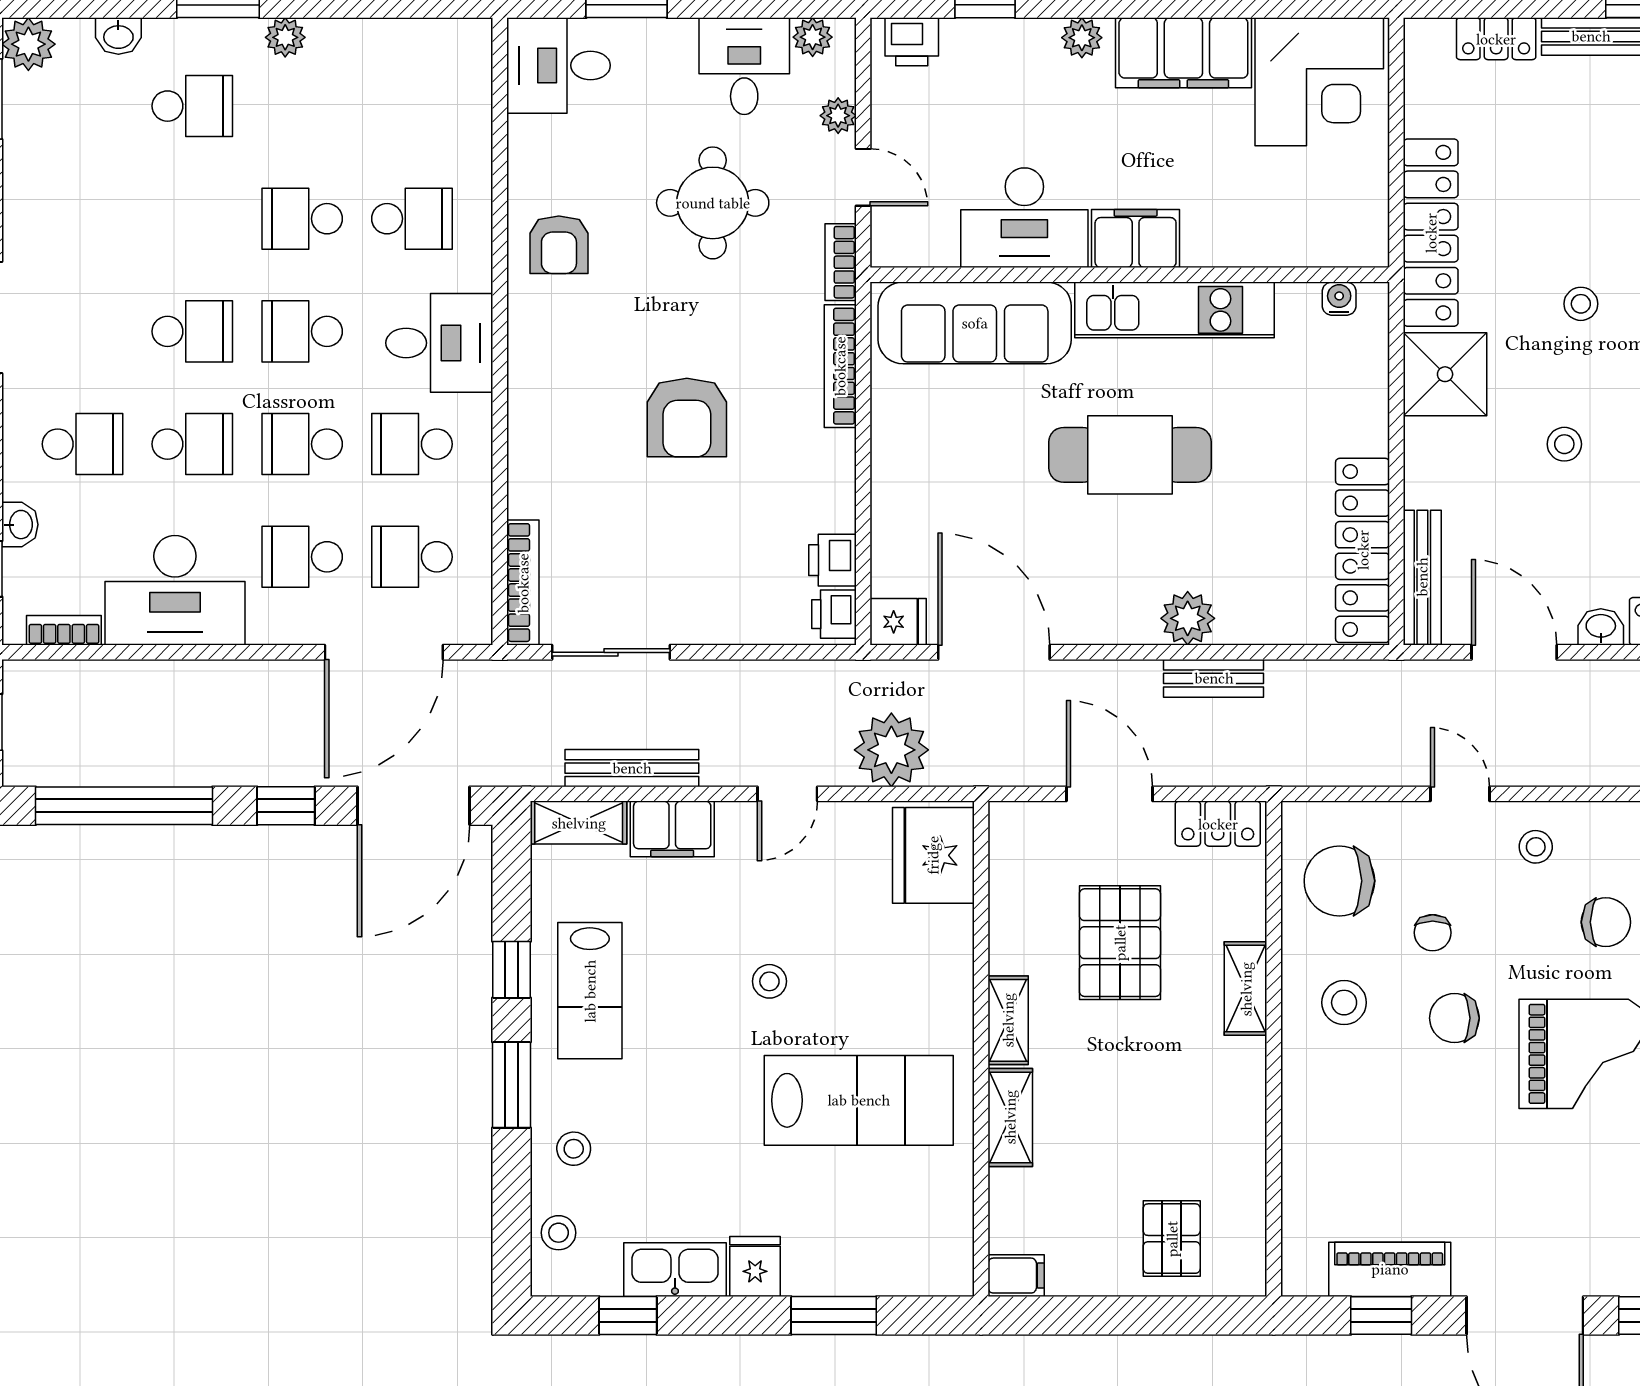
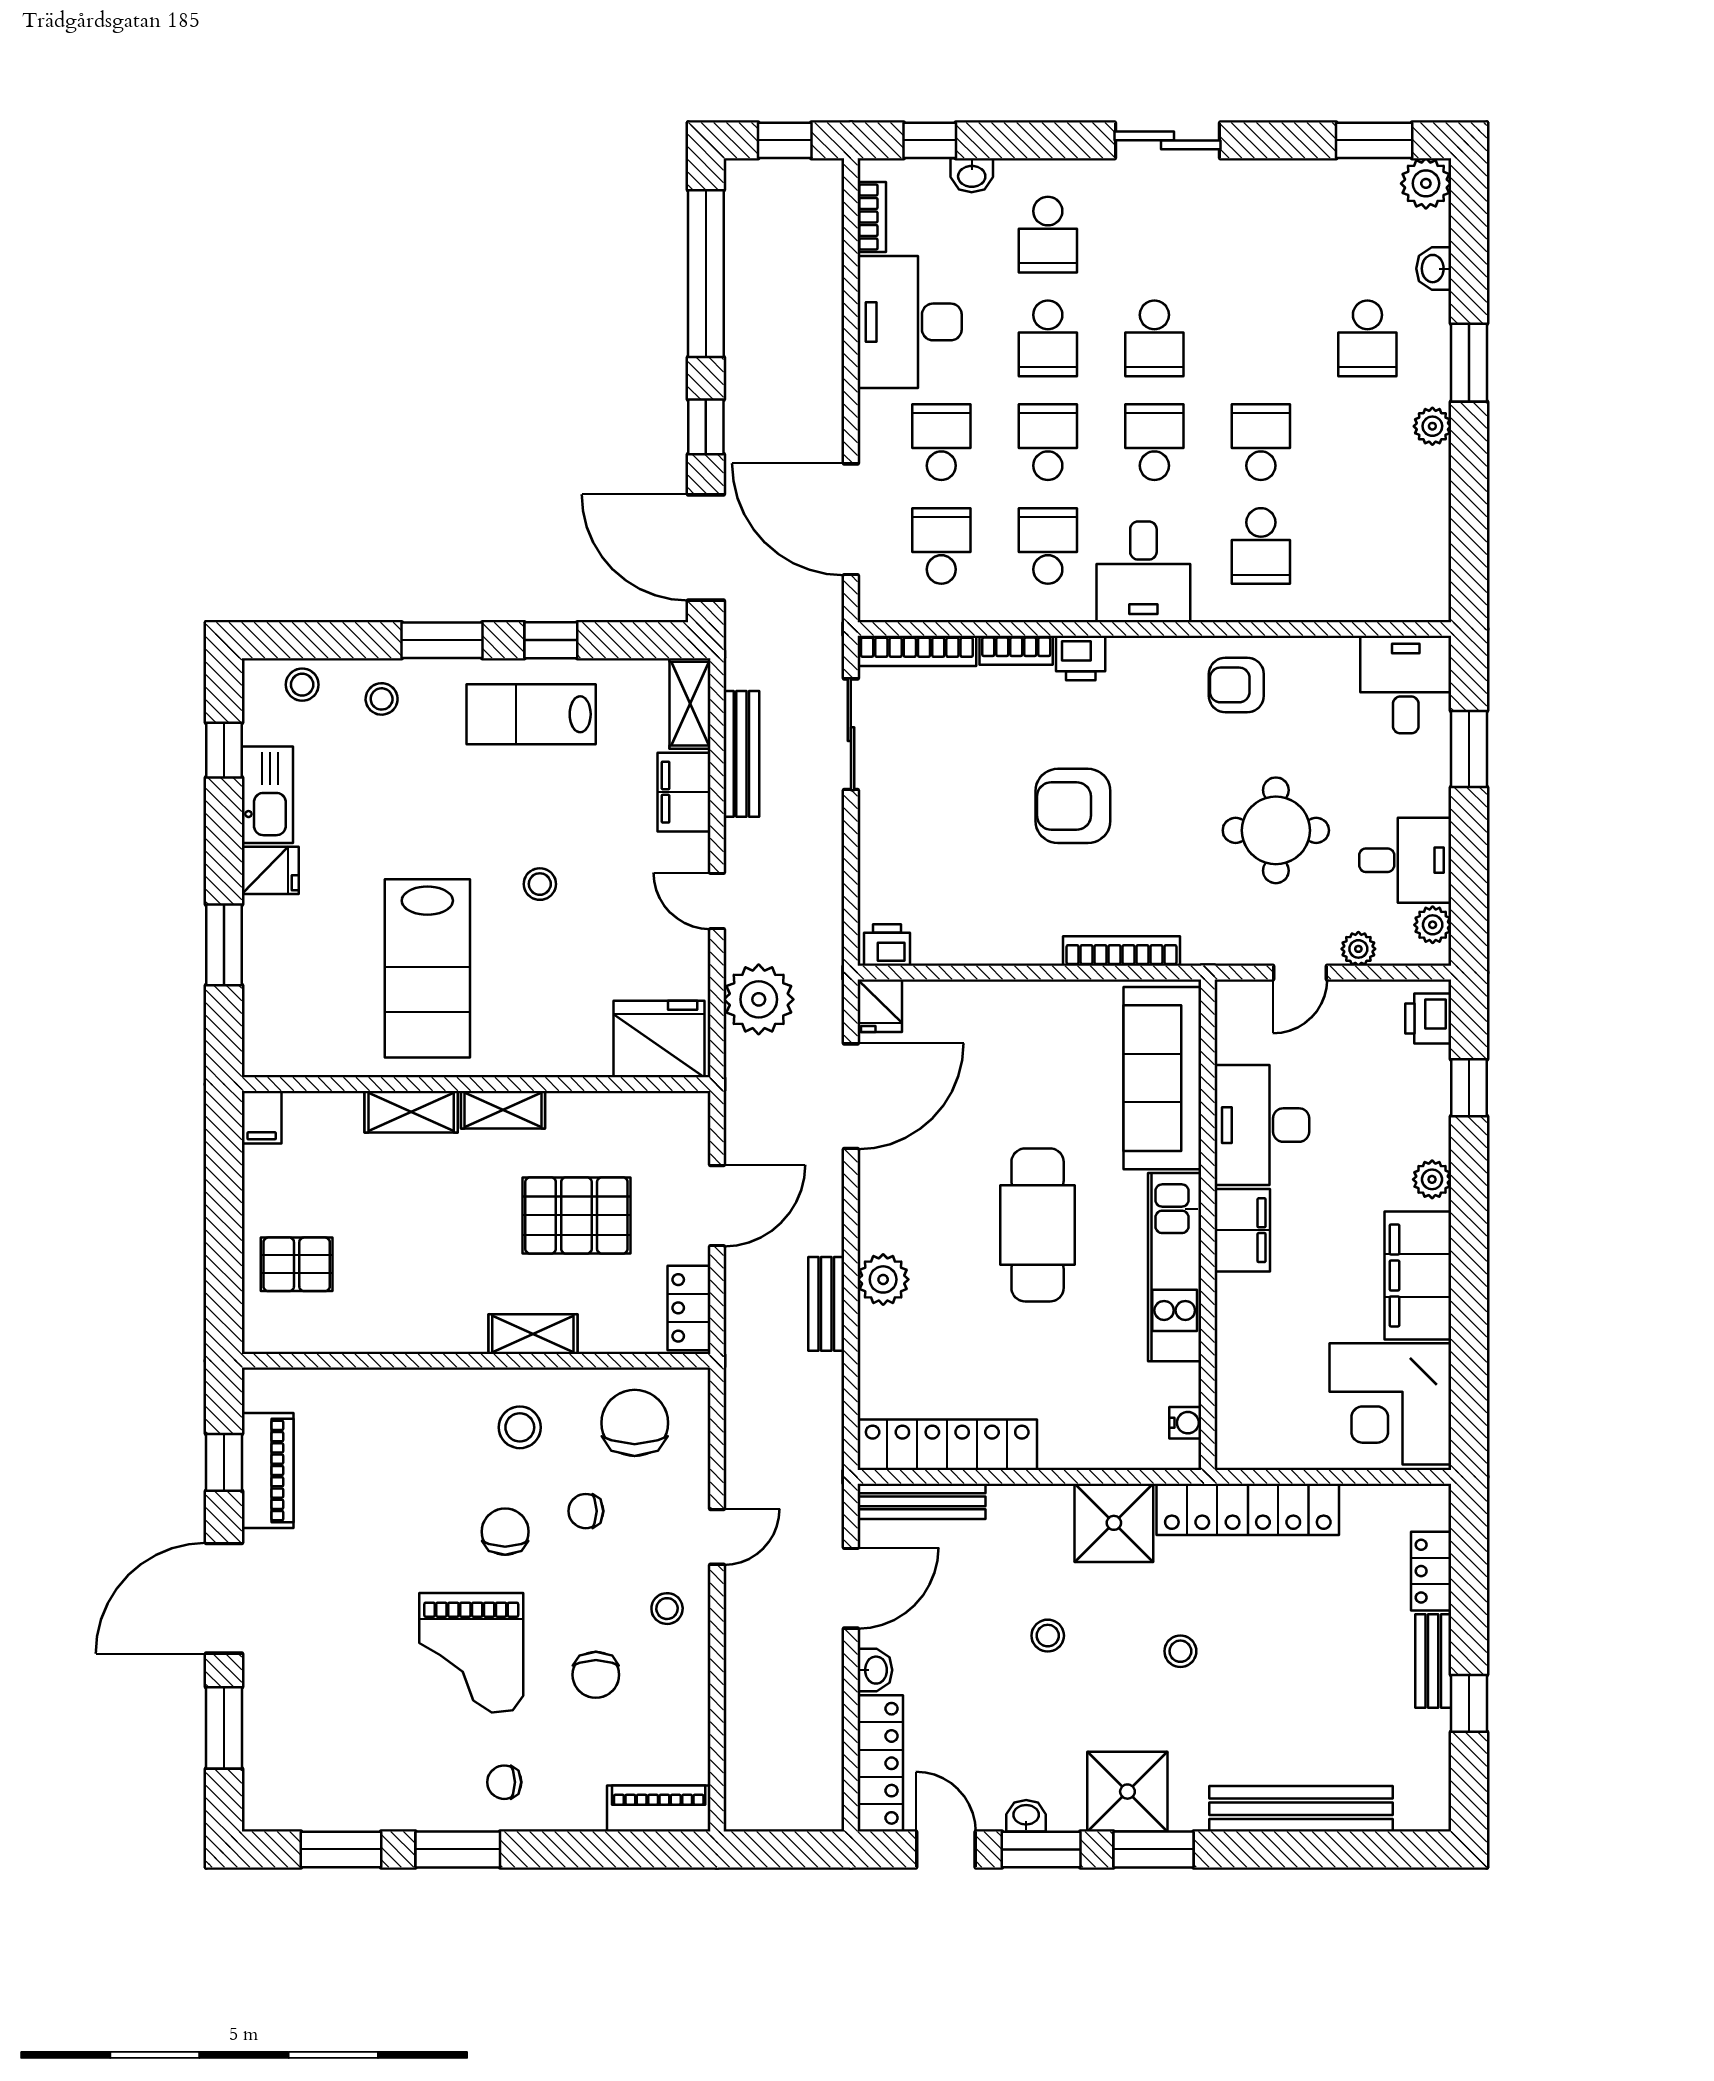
bookcase: (841, 262) -> (1016, 650), moved, turned 180
printer: (832, 560) -> (1081, 658), moved, turned 180

